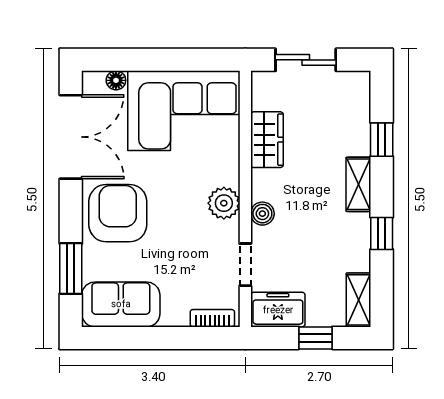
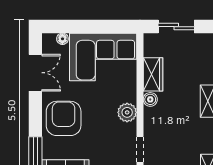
double door: (71, 137) -> (35, 73), width x0.73
boiler: (262, 214) -> (150, 99), moved

